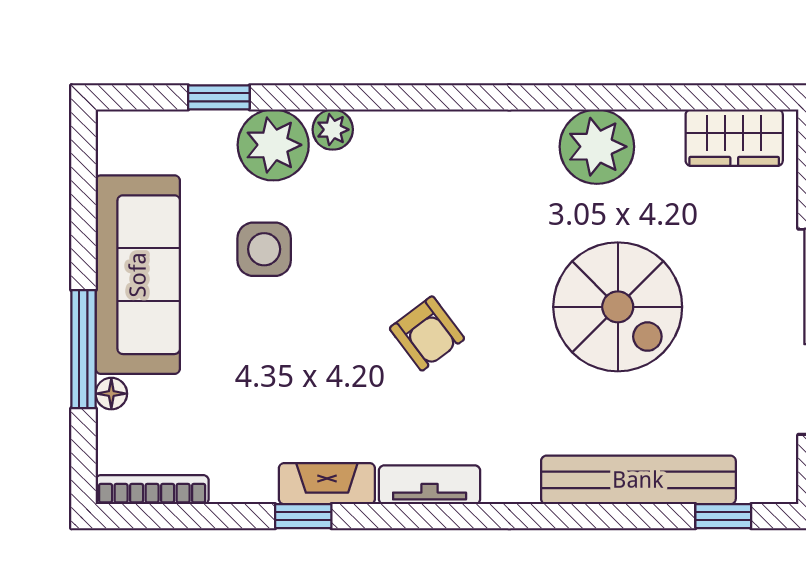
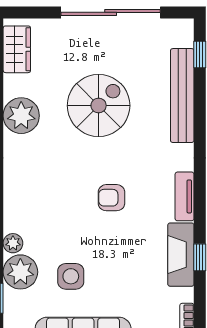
armchair: (427, 333) -> (111, 198), turned -143
fireplace: (327, 484) -> (181, 255), width x1.37, depth x1.32

